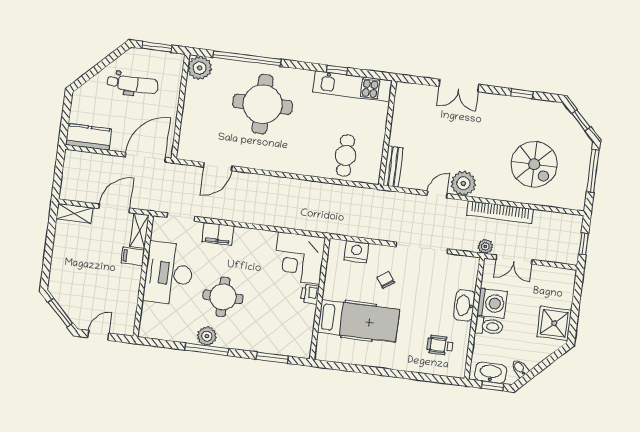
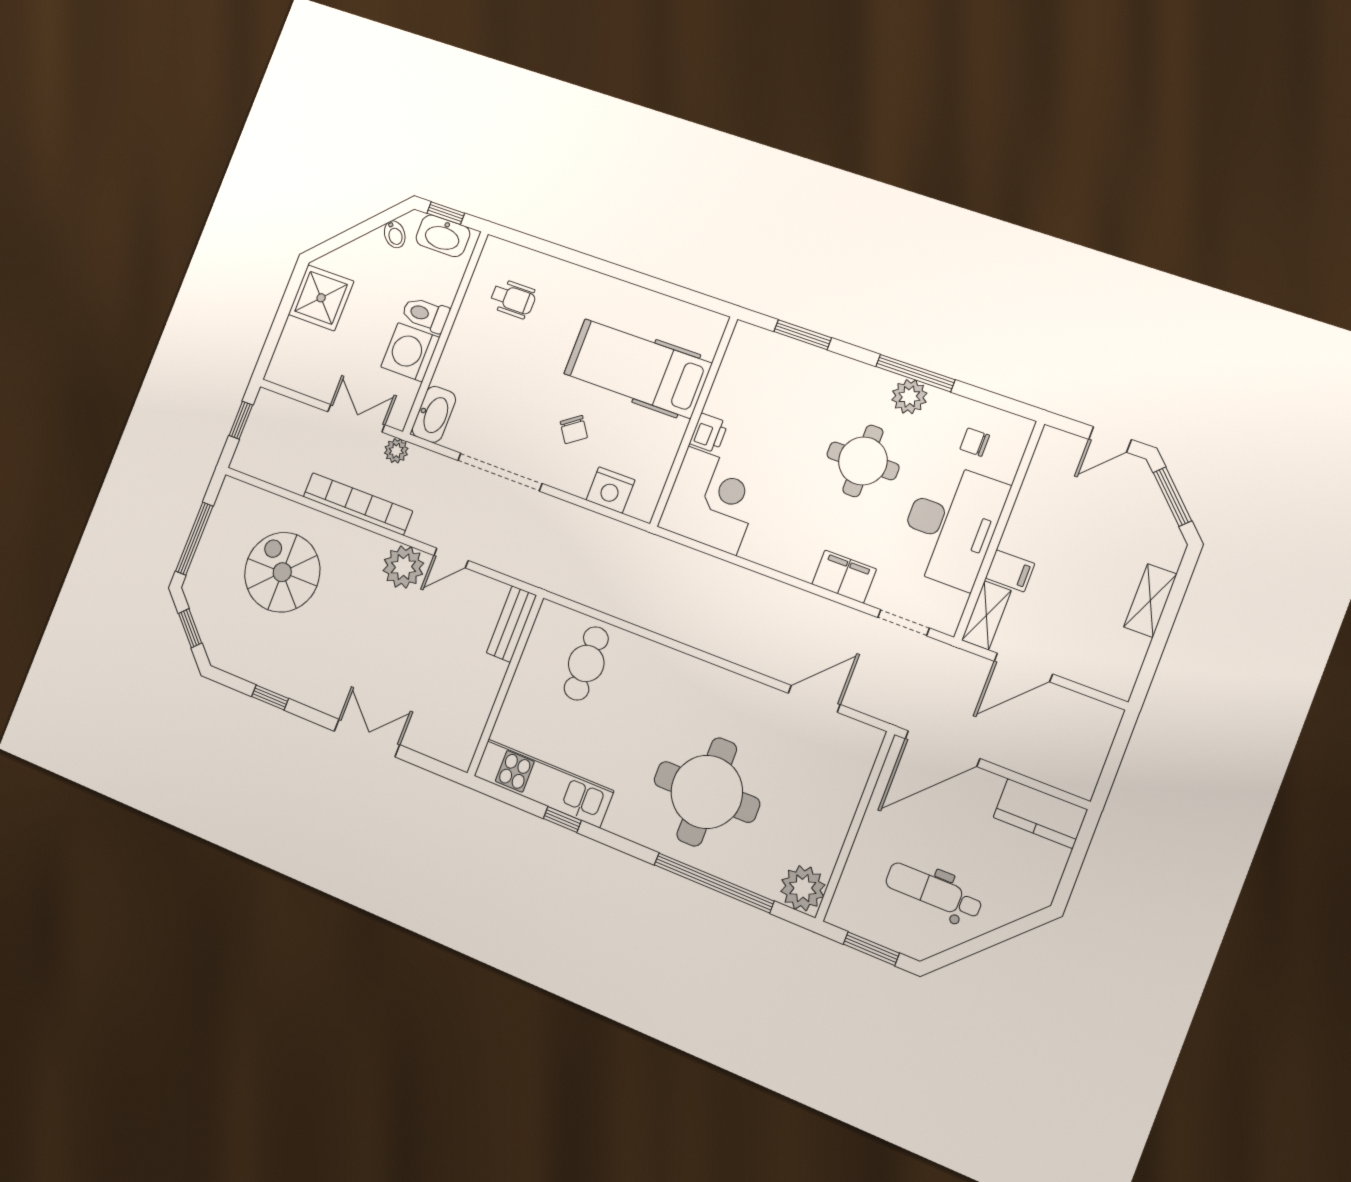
shelving: (75, 213) -> (1150, 601), moved, turned 90
washbasin: (464, 305) -> (434, 414), moved
chair: (167, 319) -> (975, 442), added

